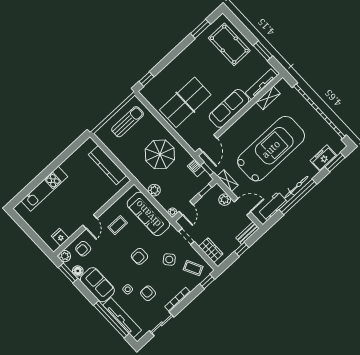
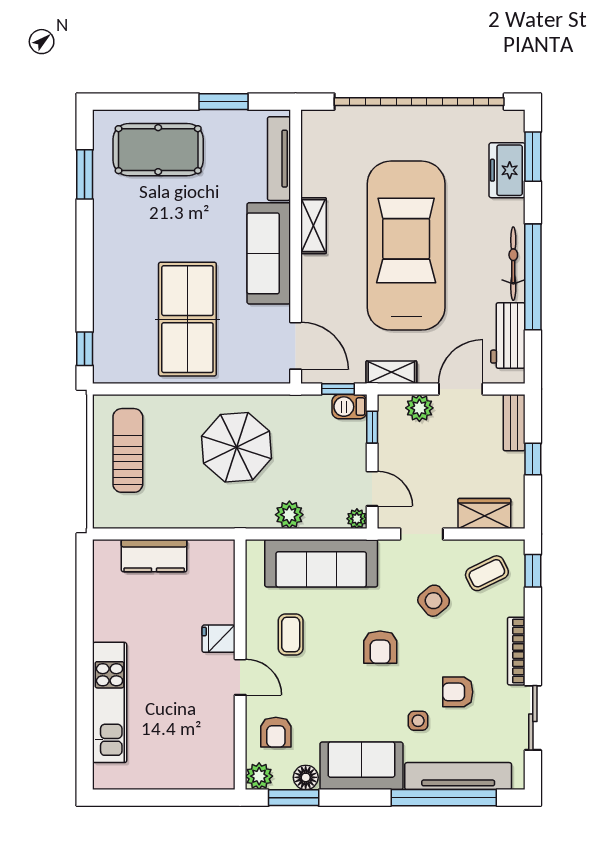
shelving: (268, 98) -> (313, 226), moved
kitchen counter: (107, 165) -> (154, 556), width x0.67
barbecue: (196, 168) -> (349, 407), moved
fridge: (60, 237) -> (219, 639), moved

